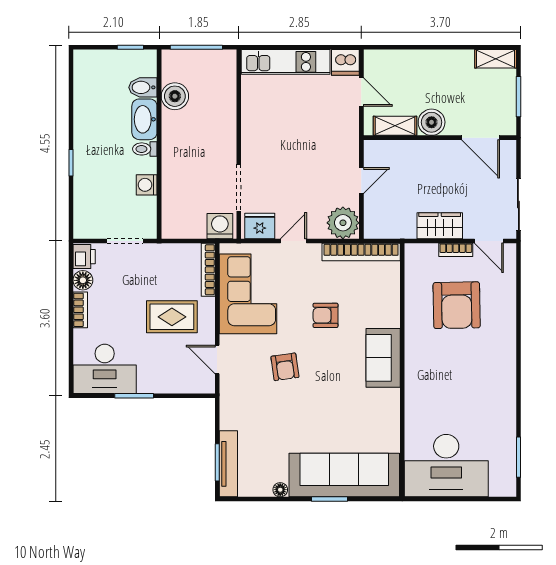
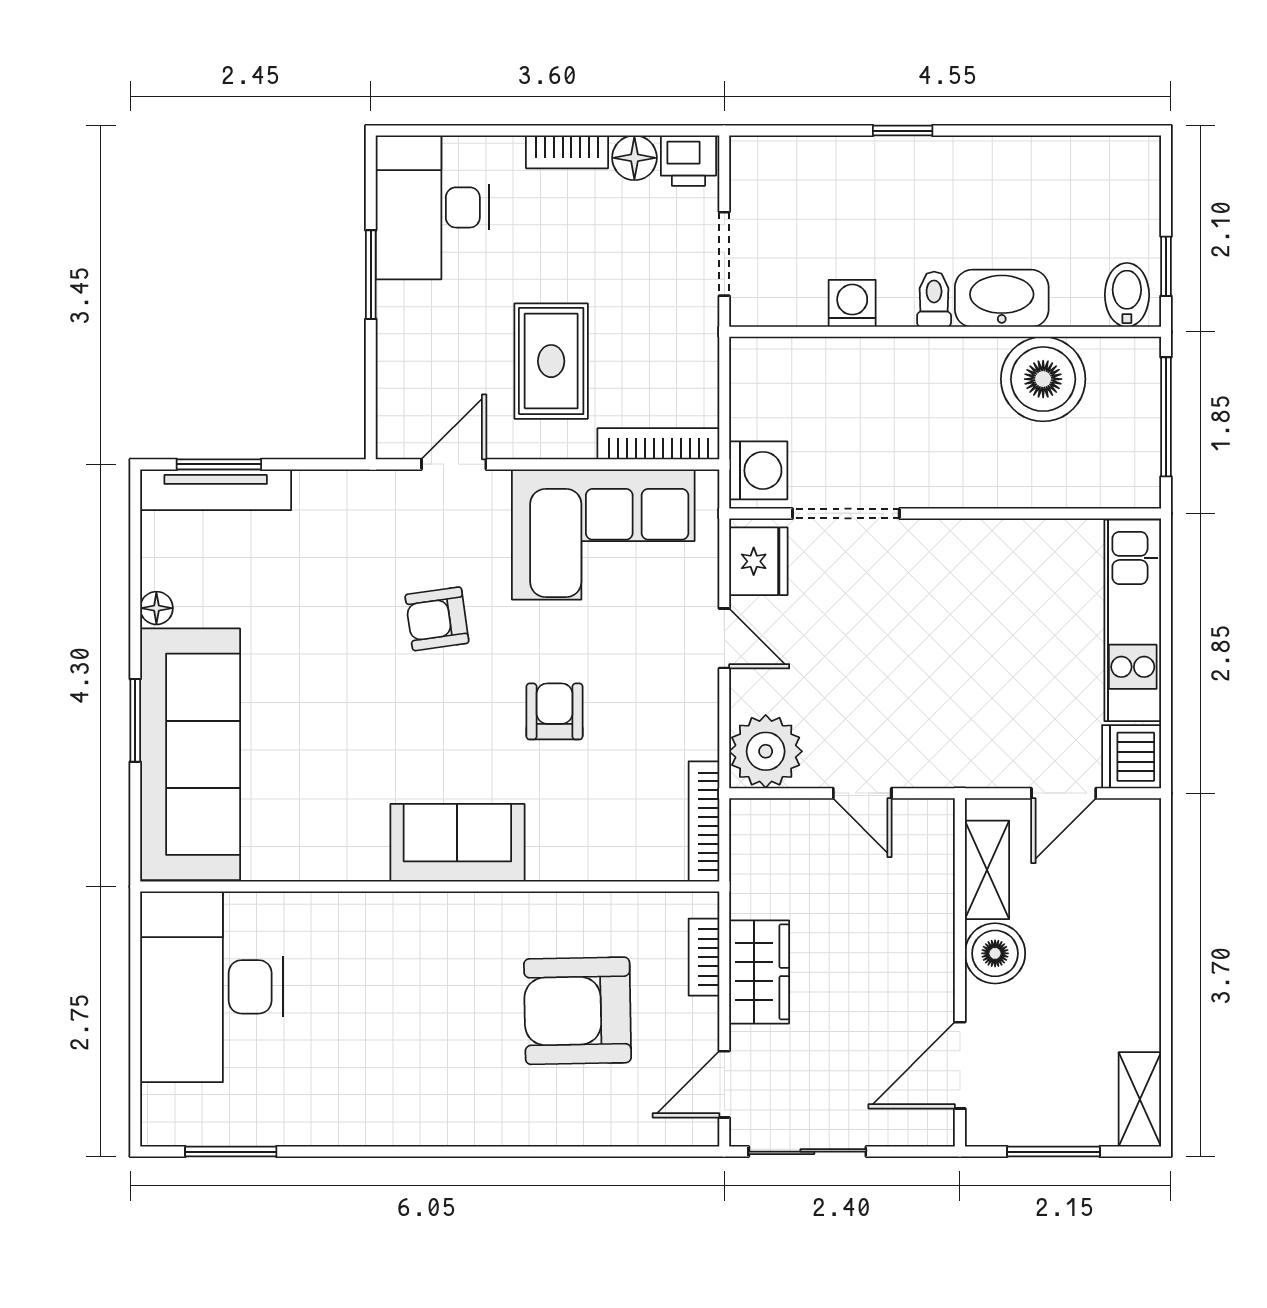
bidet: (143, 87) -> (1127, 295), moved
boiler: (175, 96) -> (1043, 379), width x1.37, depth x1.37
bookcase: (456, 250) -> (704, 957), moved
bookcase: (361, 252) -> (704, 821), width x0.68, depth x0.76

